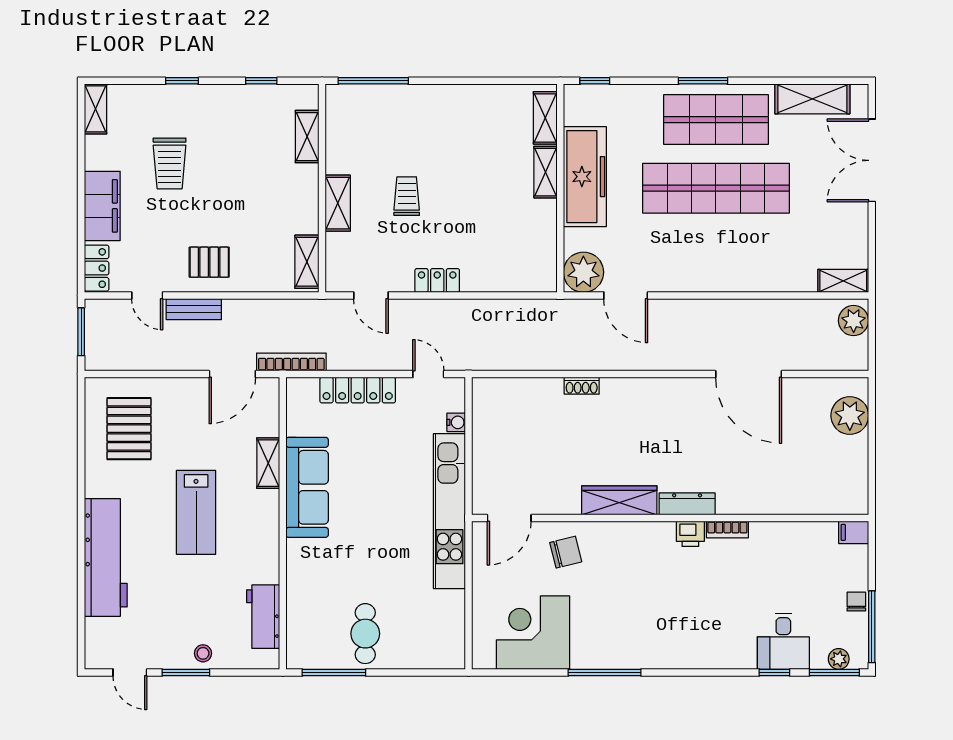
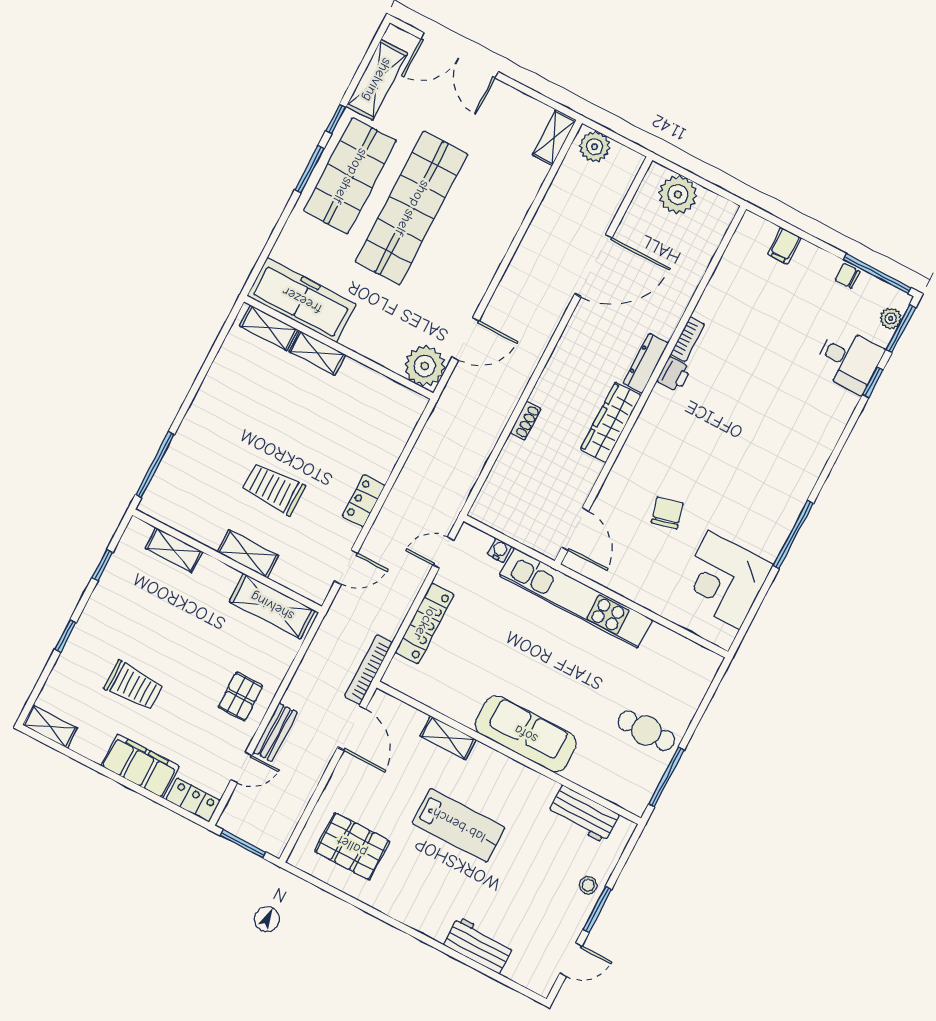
window: (595, 81) -> (336, 119), moved
freezer: (585, 177) -> (302, 300), moved
trolley: (407, 196) -> (274, 489), width x1.36, depth x1.39
shelving: (307, 262) -> (272, 606), width x1.50, depth x1.33
sofa: (307, 487) -> (526, 734), moved
wardrobe: (619, 500) -> (611, 422), moved
dresser: (687, 504) -> (646, 363), moved
door: (509, 518) -> (575, 529), moved
wall: (670, 518) -> (650, 385), moved
bookcase: (727, 530) -> (687, 339), moved
printer: (690, 534) -> (674, 374), moved
workbench: (106, 558) -> (479, 945), width x0.53, depth x0.76

